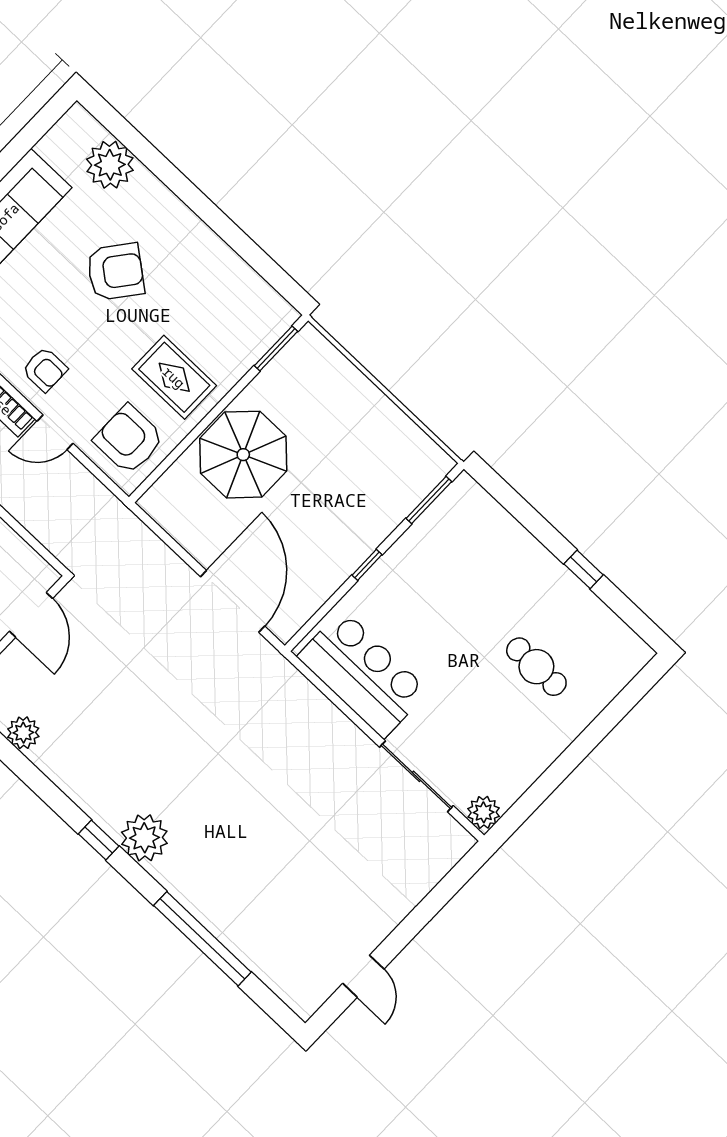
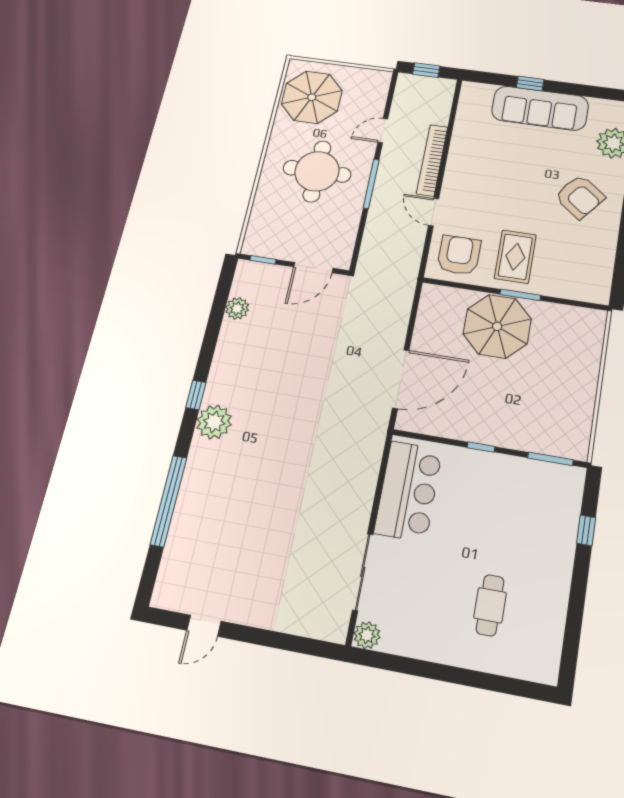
armchair: (116, 272) -> (580, 197), moved
window: (276, 348) -> (520, 295), moved
armchair: (45, 369) -> (467, 183), removed
window: (584, 569) -> (586, 530), moved

